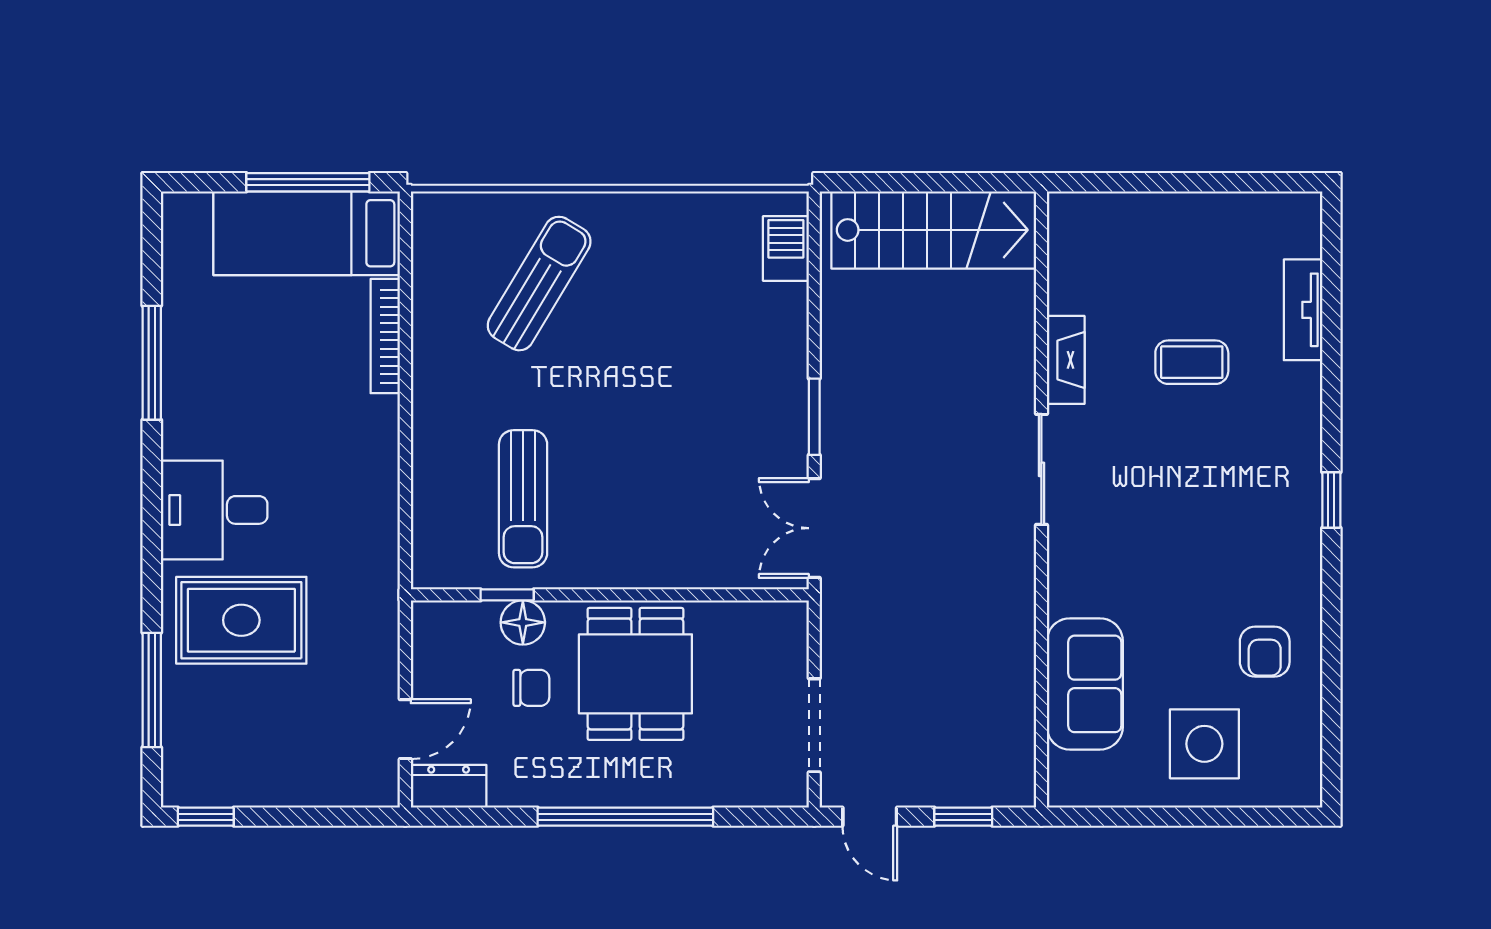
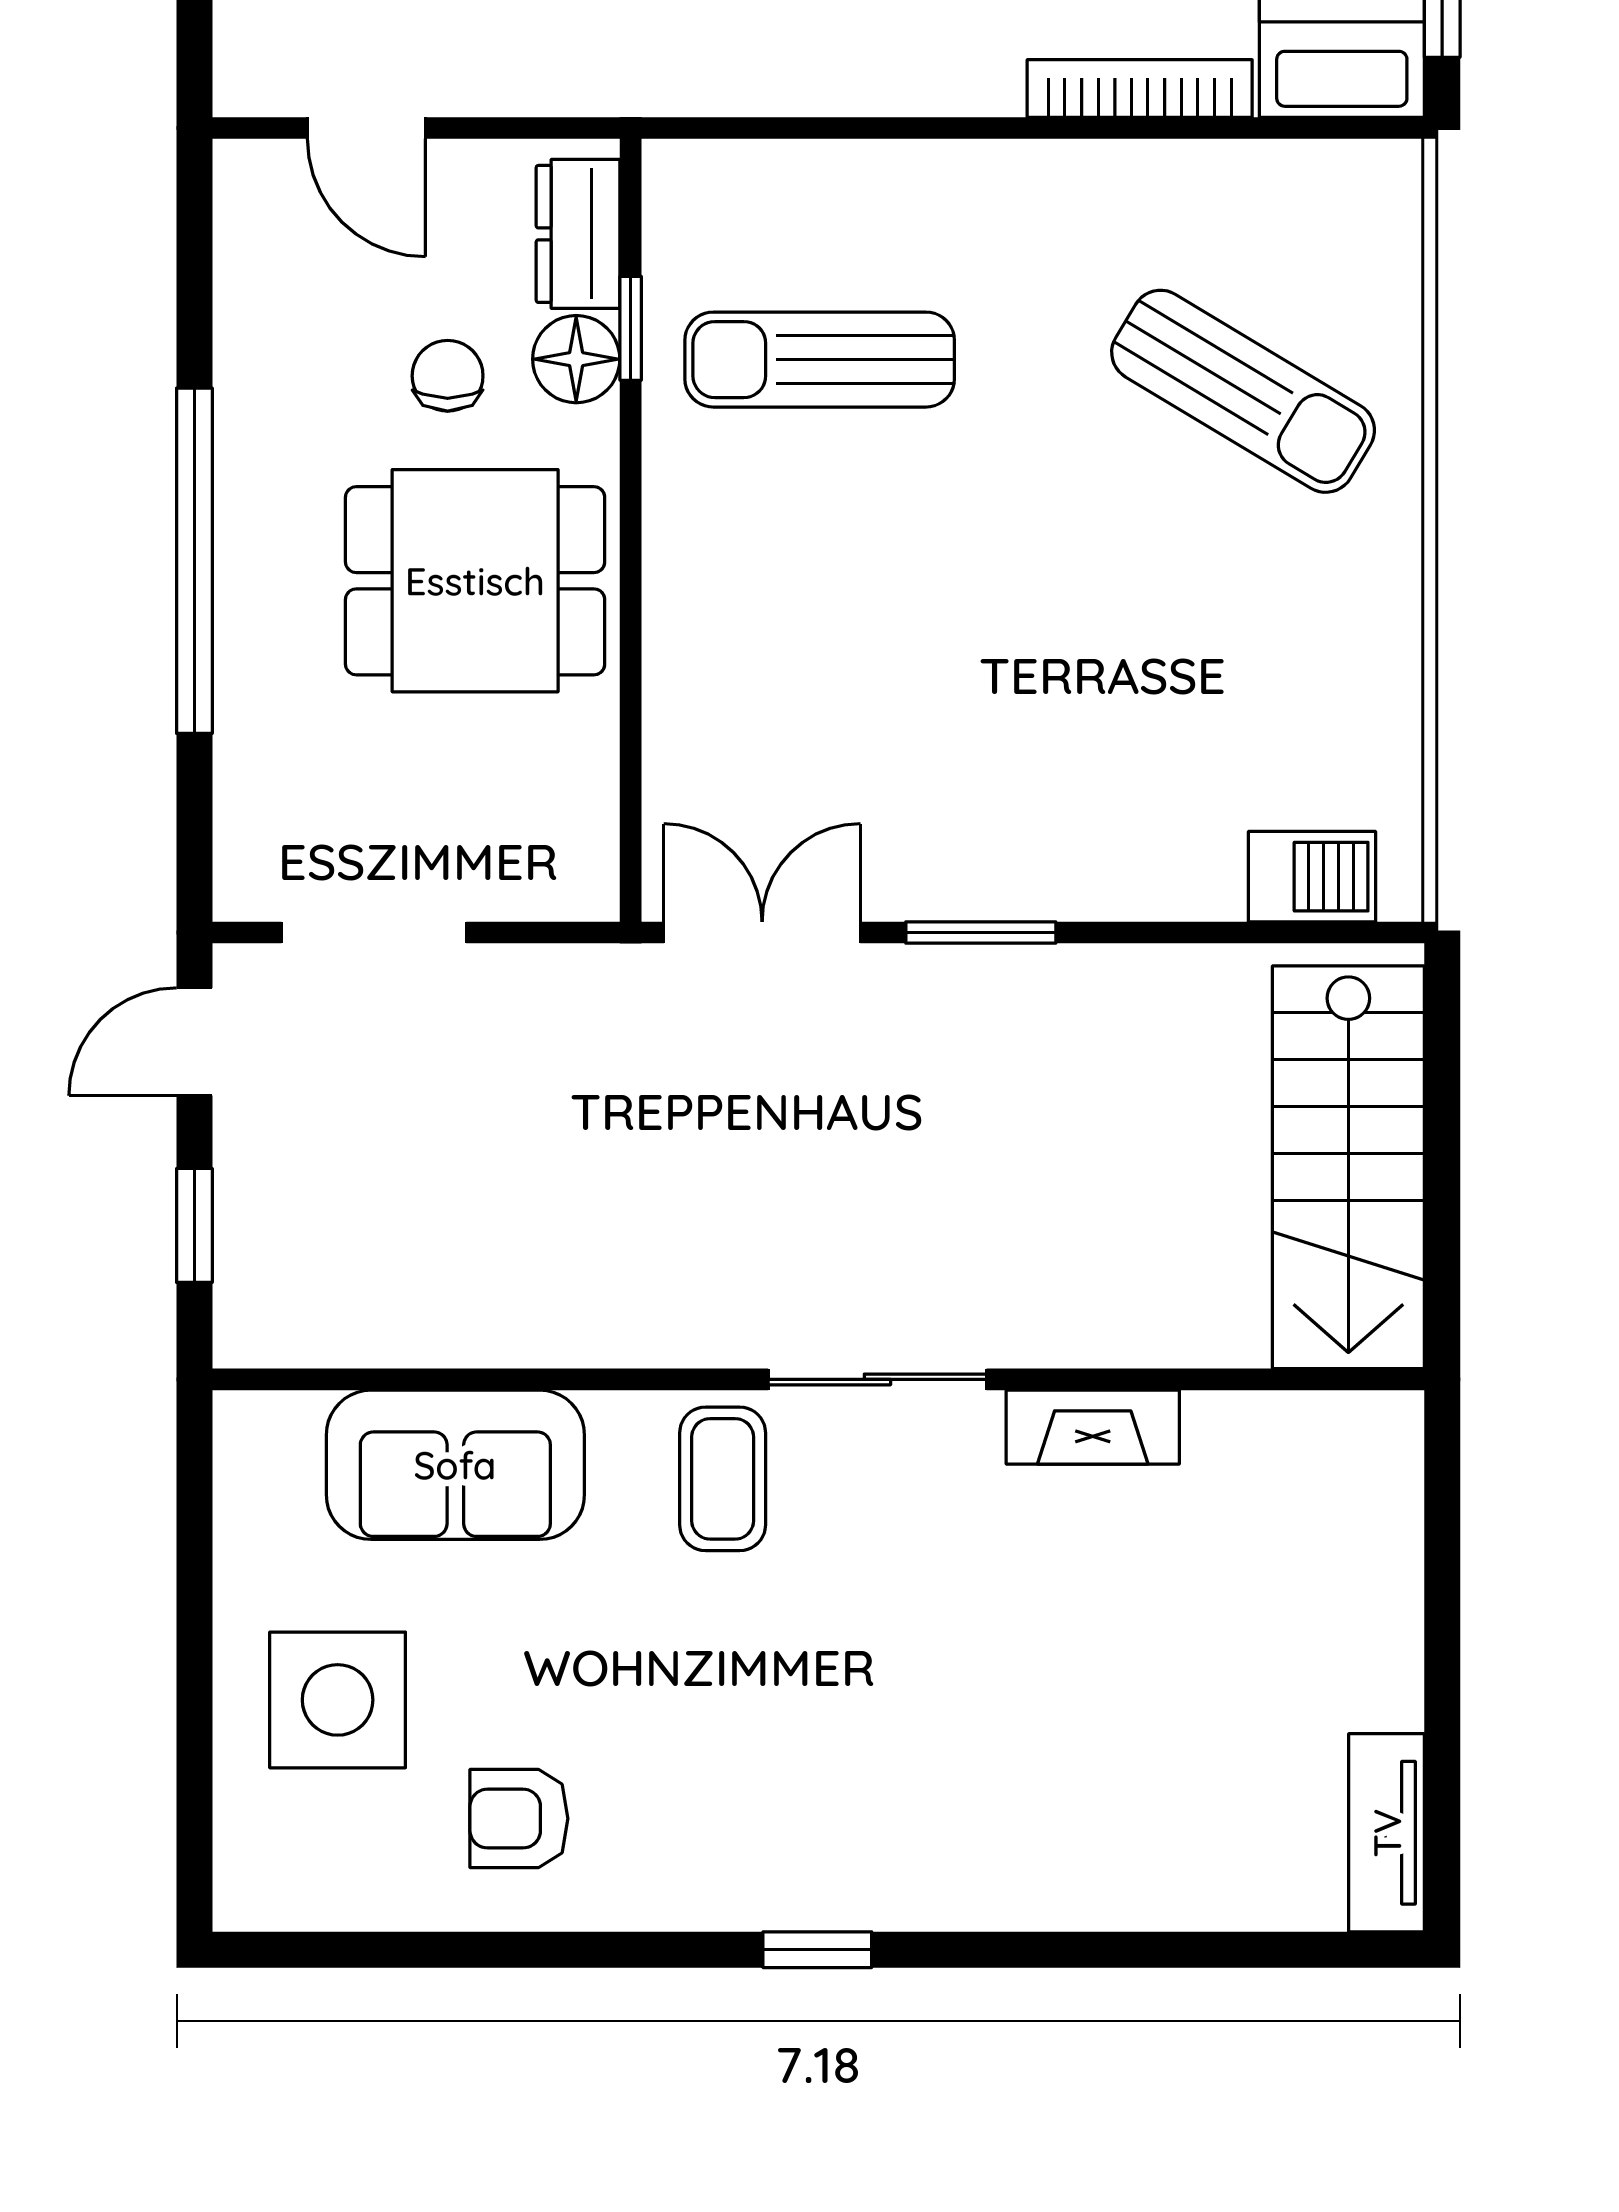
tv unit: (1303, 310) -> (1387, 1833), moved, turned -90
coffee table: (1192, 362) -> (723, 1479), moved
chair: (531, 688) -> (448, 376), turned 180
dresser: (449, 786) -> (578, 234), moved, turned 180

